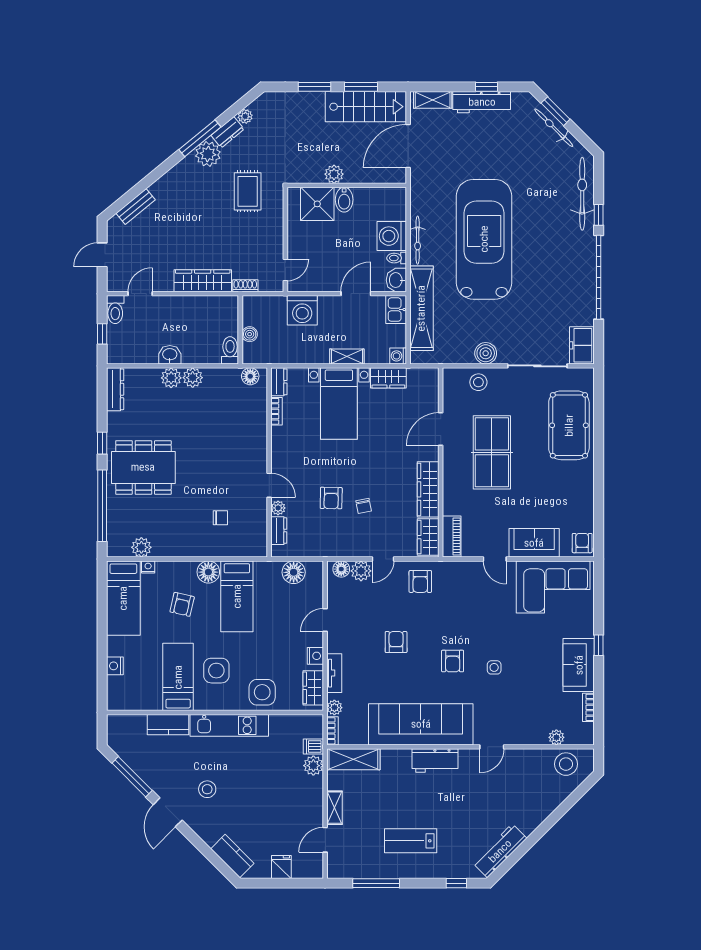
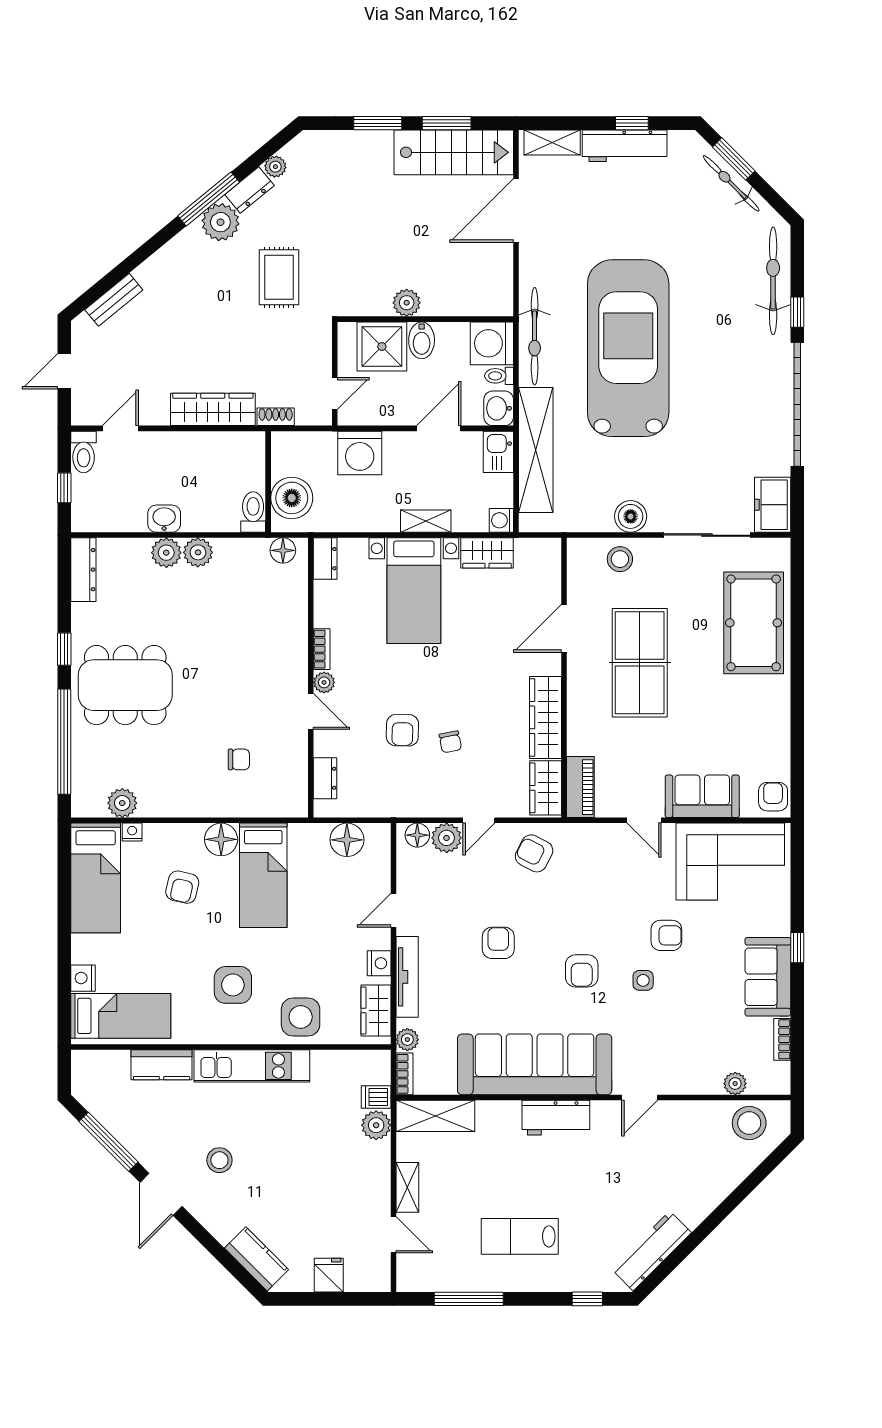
plant: (334, 174) -> (407, 303), moved
wall: (347, 185) -> (425, 319), moved
bidet: (344, 200) -> (422, 340), moved
shower: (317, 204) -> (382, 347), moved
bicycle: (418, 240) -> (535, 336), width x1.37, depth x1.40
boiler: (250, 334) -> (292, 498), width x1.86, depth x1.86
bookcase: (276, 411) -> (322, 649), moved
plant: (278, 508) -> (324, 682), moved
armchair: (420, 581) -> (534, 853), turned 117
armchair: (510, 637) -> (666, 935), added
tv unit: (334, 673) -> (407, 977), width x1.41
bed: (178, 677) -> (121, 1016), moved, turned 90
door: (325, 840) -> (393, 1235), swing flipped

